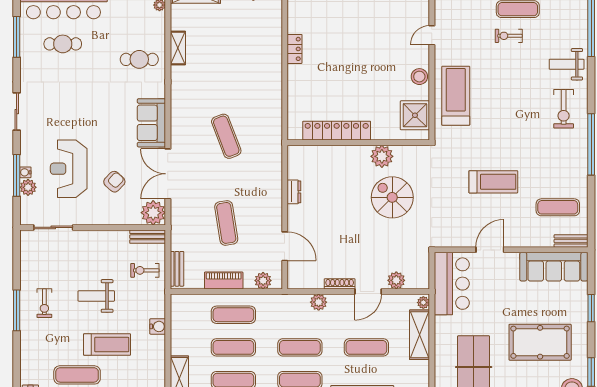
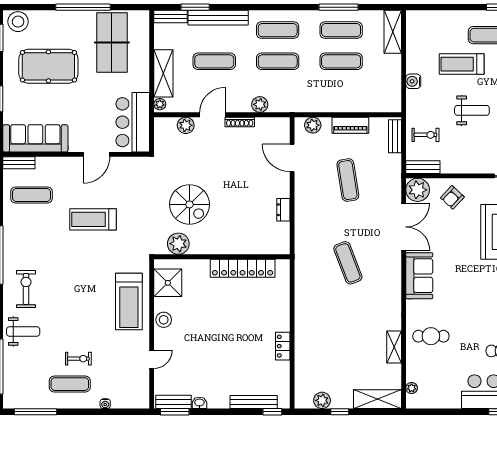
plant: (382, 156) -> (178, 244), moved
armchair: (114, 182) -> (452, 197), moved
exercise mat: (233, 315) -> (341, 92), removed

